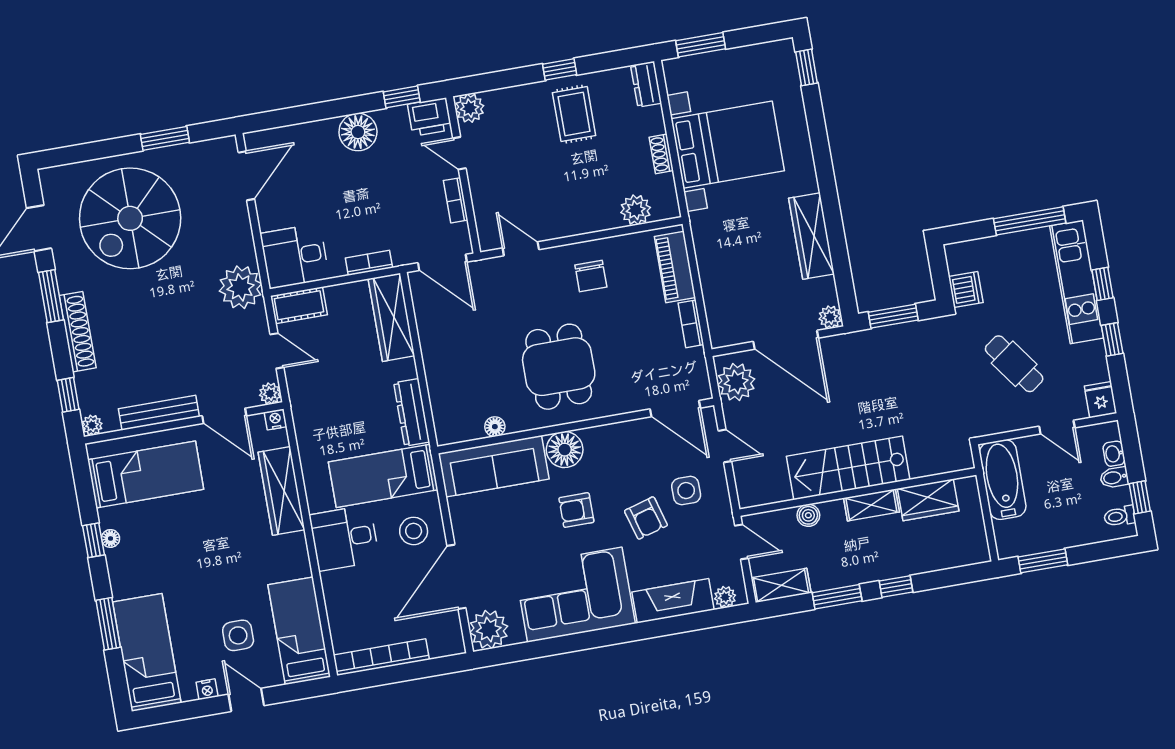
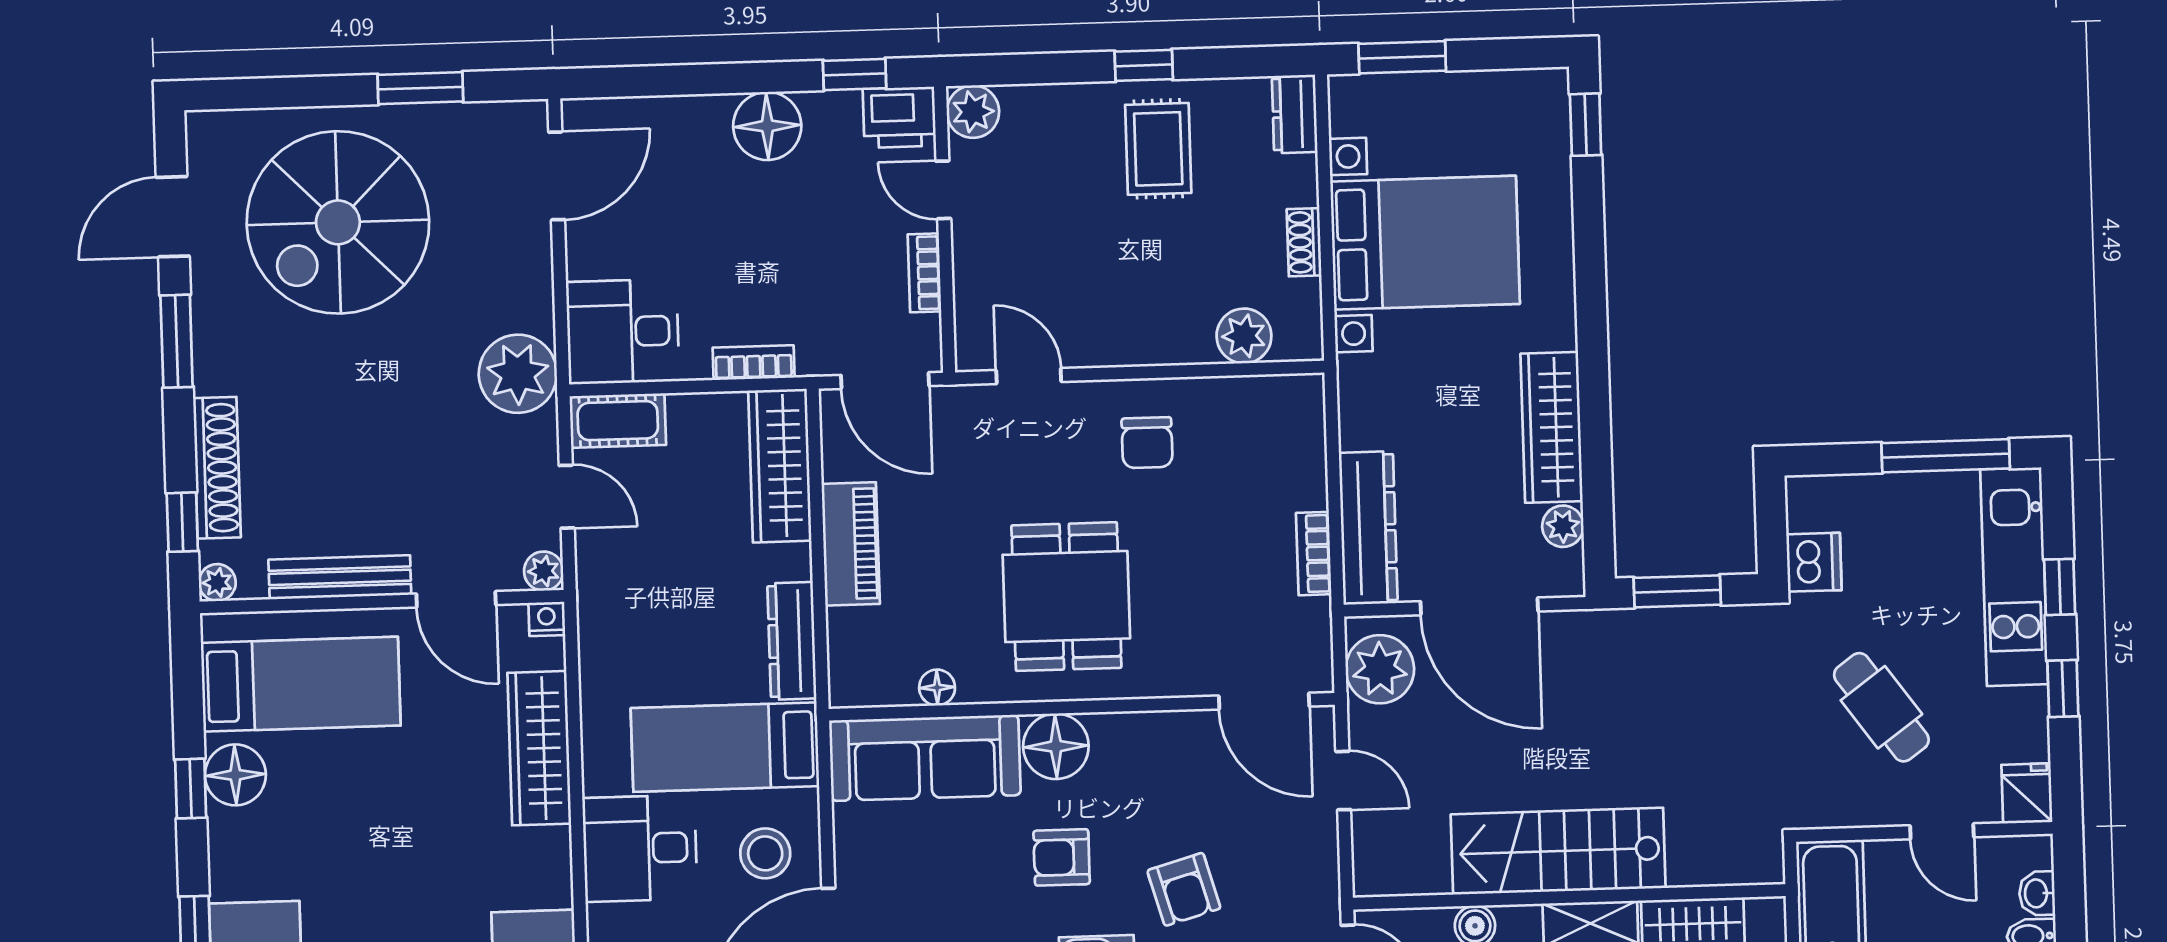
piano: (675, 267) -> (851, 544), moved, turned 180
dresser: (719, 305) -> (1368, 528), added
plant: (830, 317) -> (1563, 526), moved
shoe rack: (78, 332) -> (217, 468), moved
side table: (686, 491) -> (1263, 850), removed
floor lamp: (111, 538) -> (235, 775), width x1.89, depth x1.89

